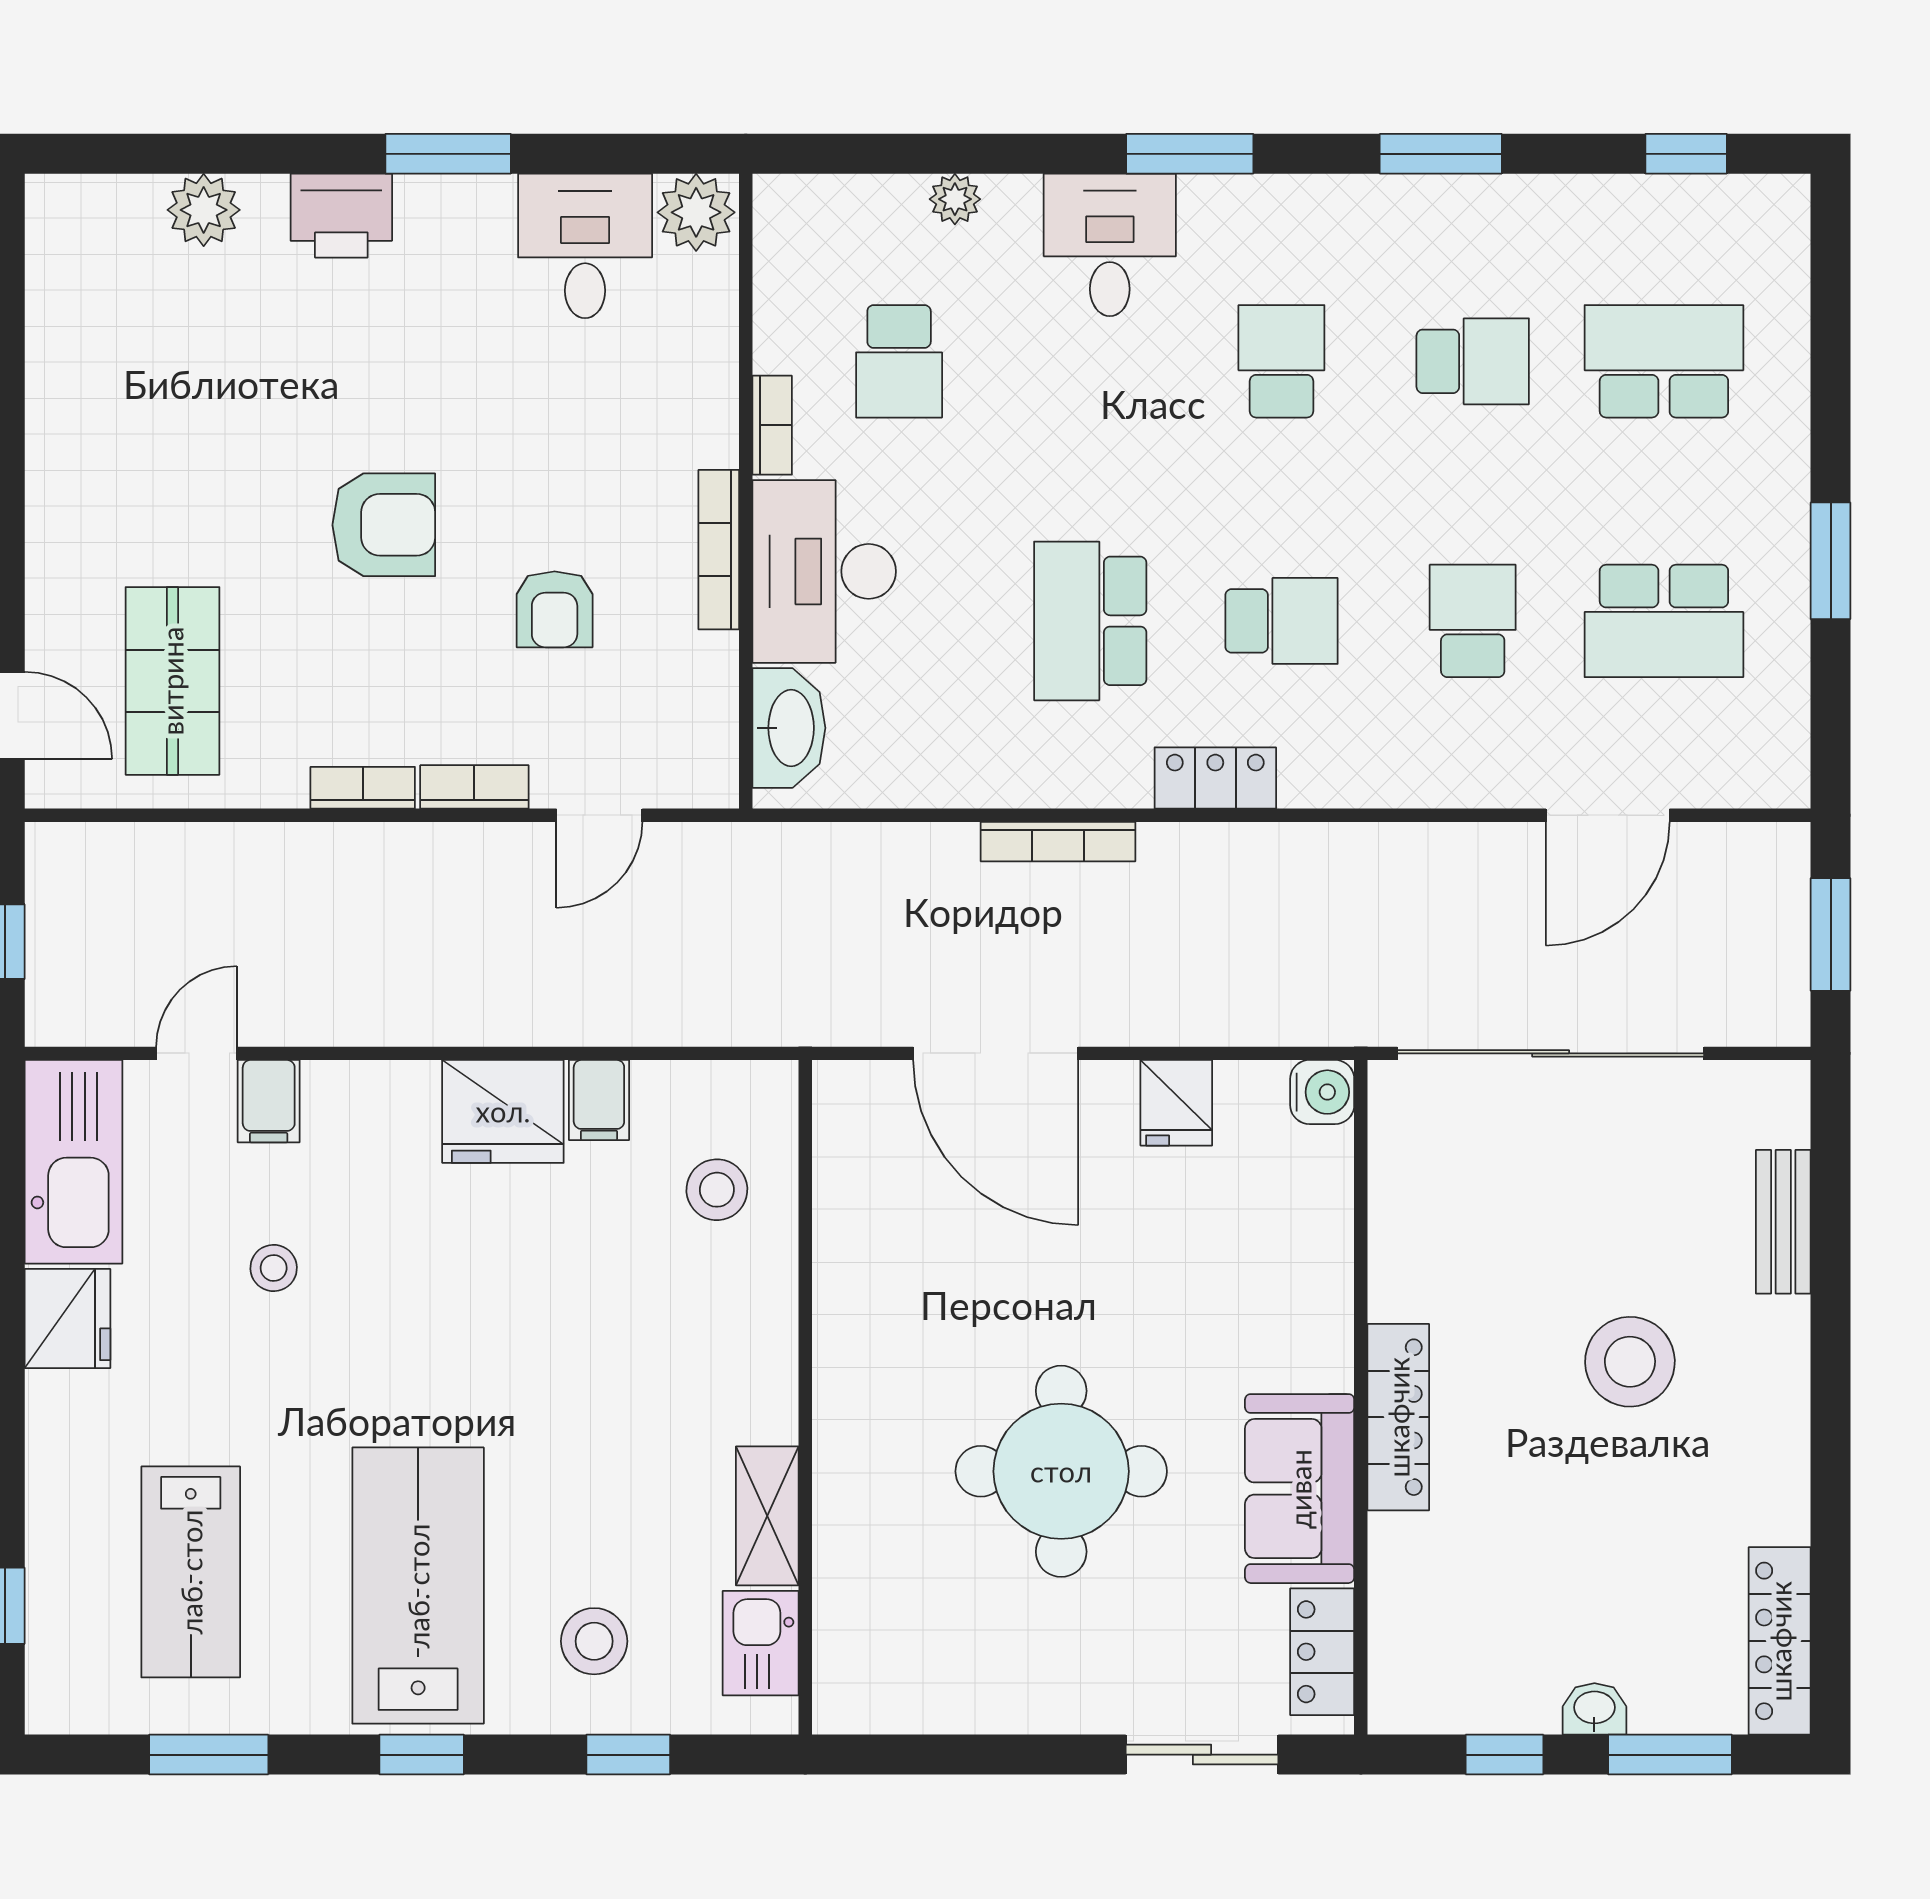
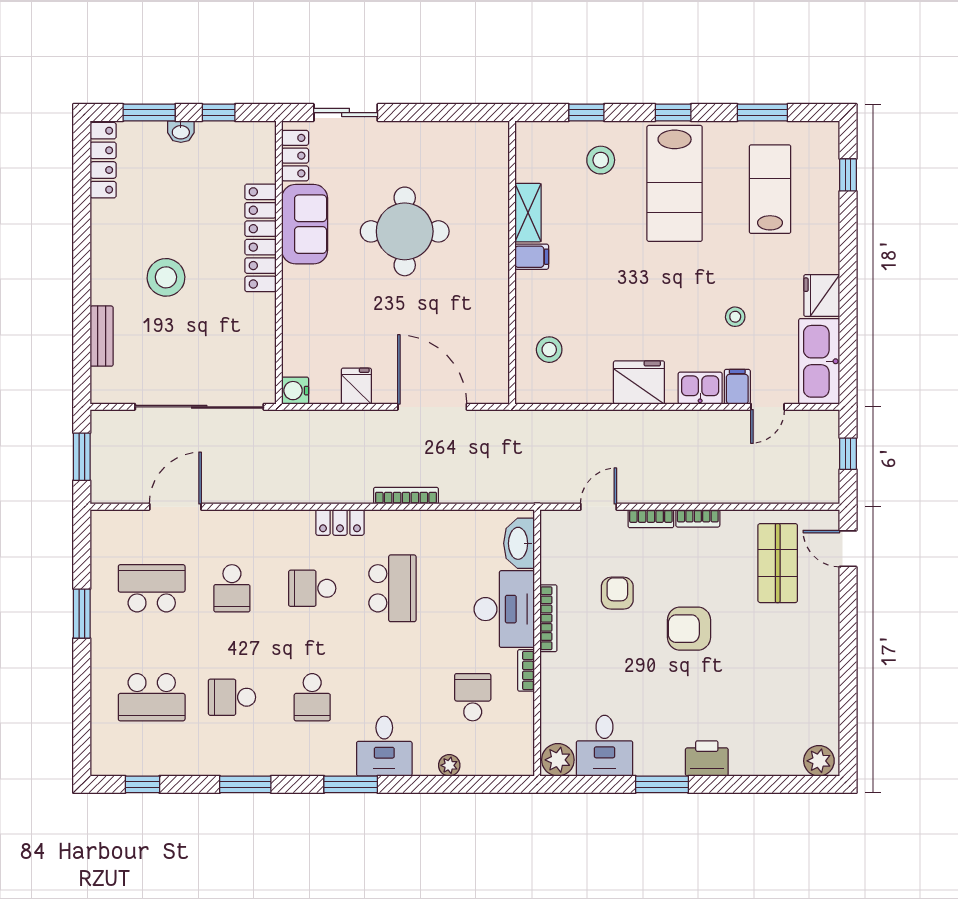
plant: (204, 210) -> (819, 761), moved
filing cabinet: (599, 1100) -> (532, 257), moved, turned 90
locker: (1398, 1417) -> (260, 238), width x1.41, depth x1.21
kitchen sink: (761, 1643) -> (700, 388), moved, turned -90

